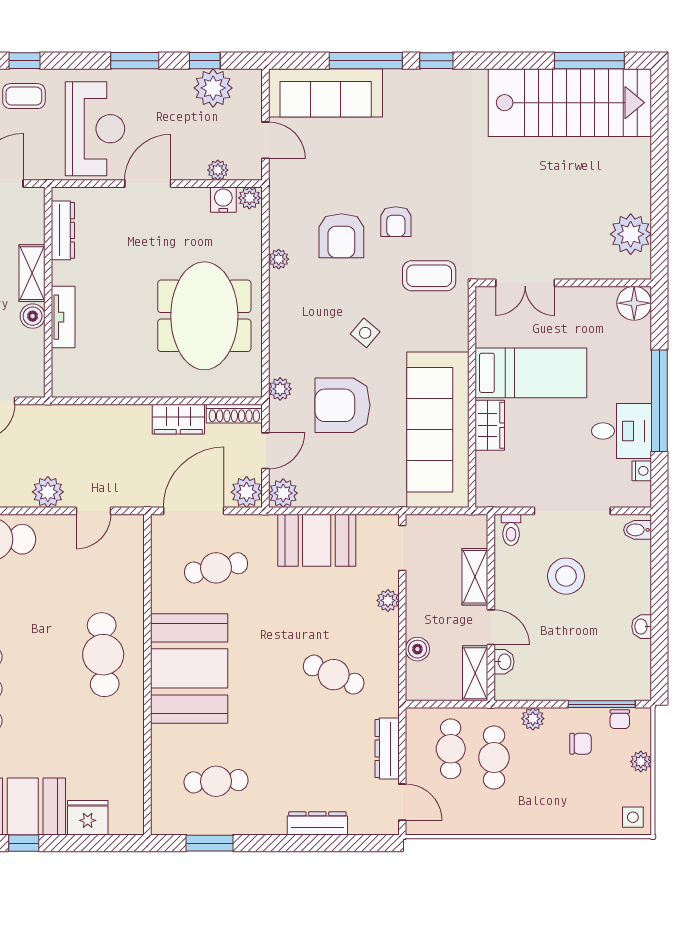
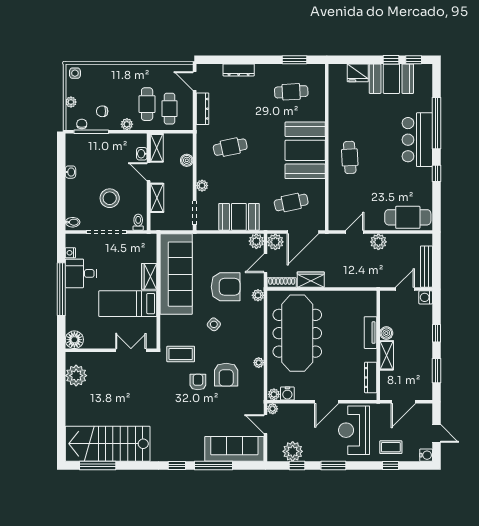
plant: (218, 170) -> (273, 409), moved
armchair: (341, 236) -> (226, 375), turned 180
meeting table: (204, 316) -> (297, 333), width x1.36
cafe table: (103, 655) -> (350, 157), width x0.73, depth x0.74
cafe table: (334, 675) -> (230, 147), turned -36

